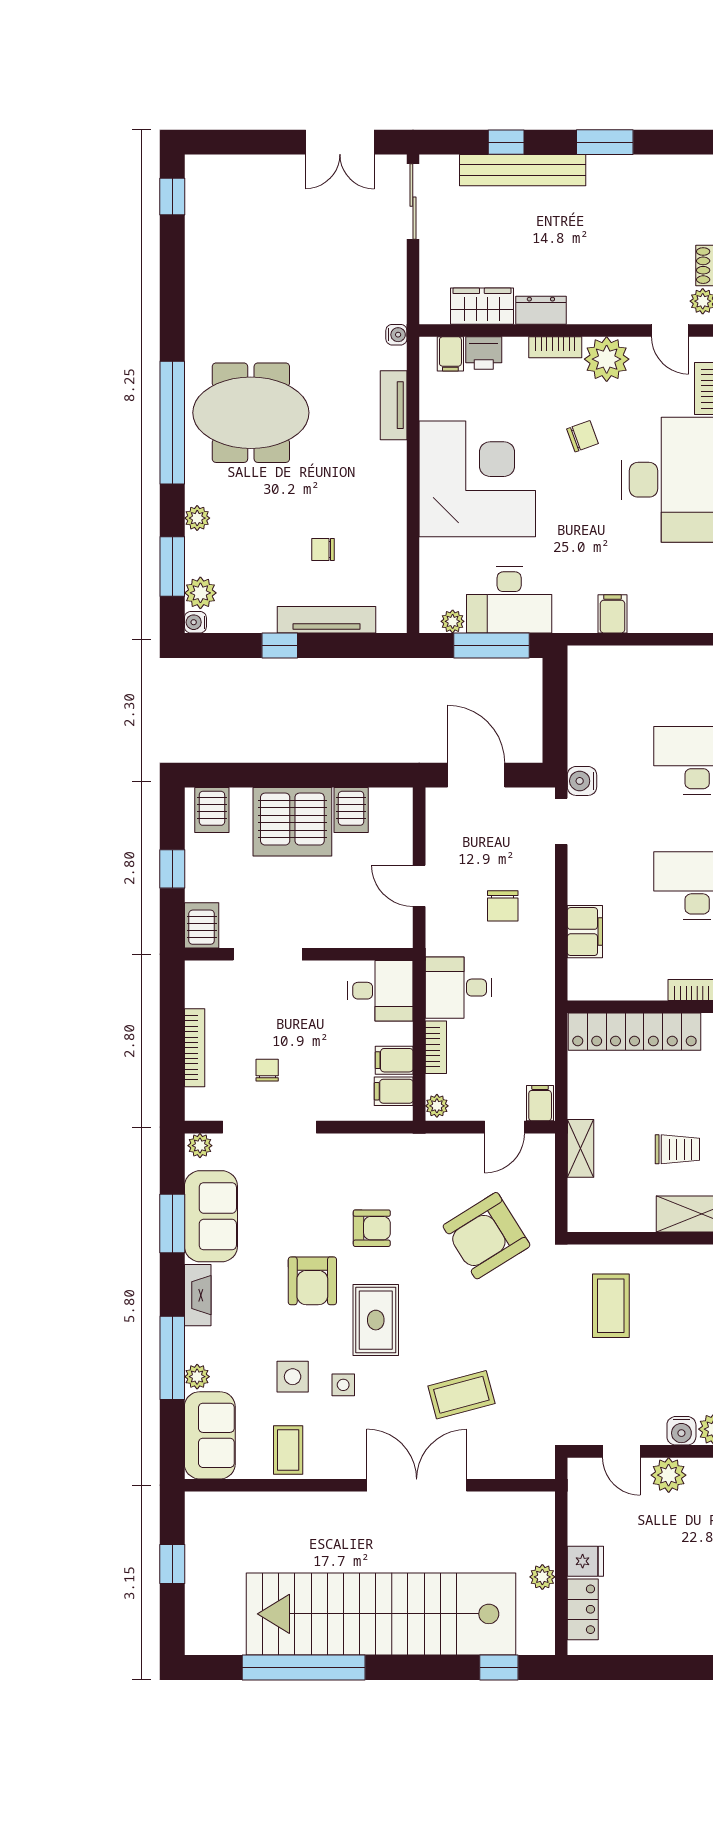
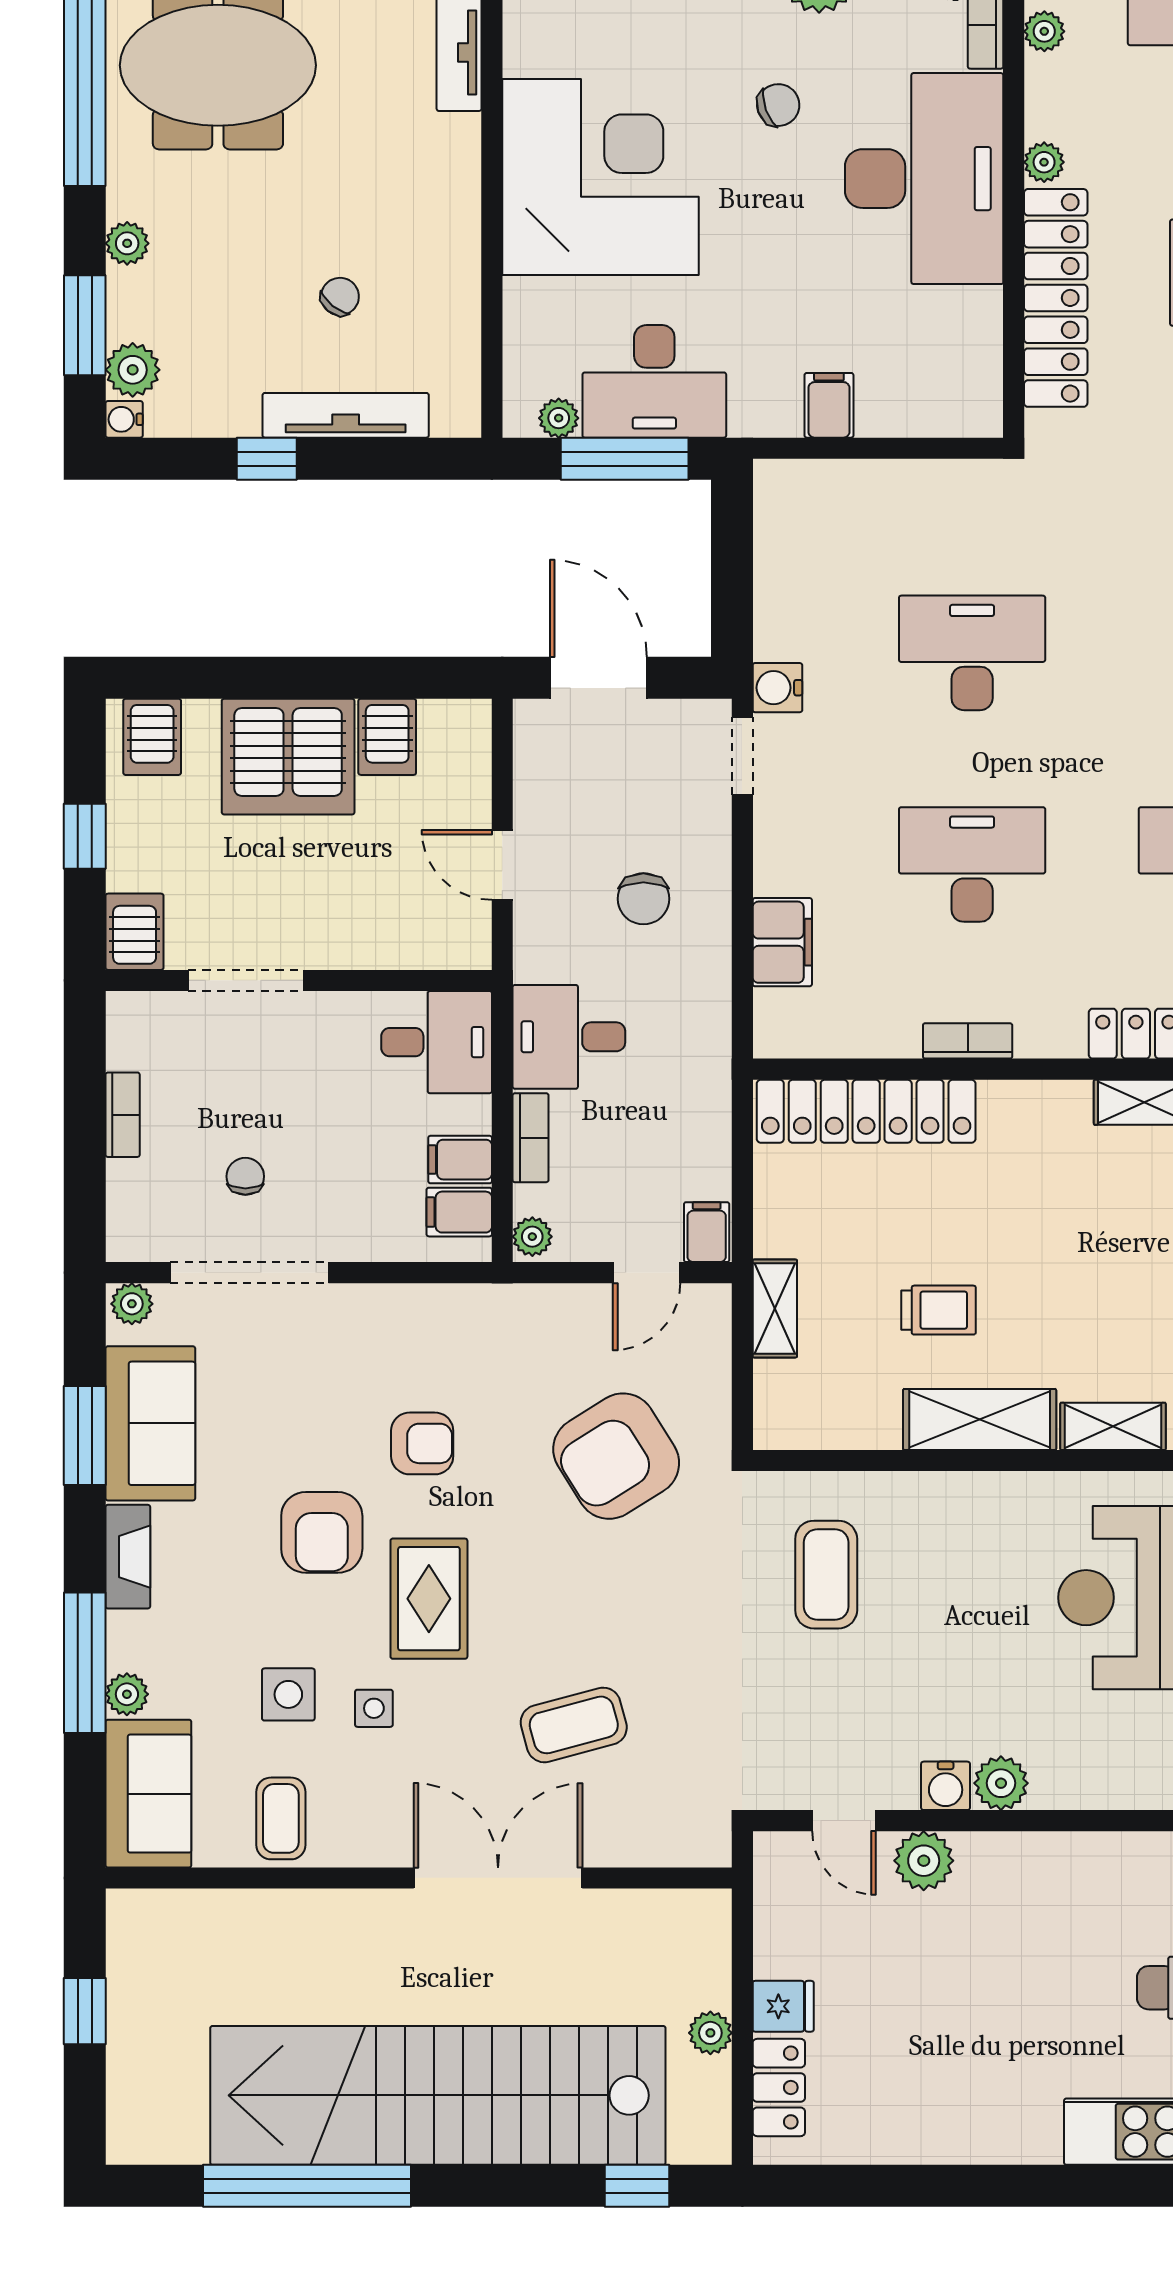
chair: (323, 550) -> (340, 297), turned 129
bookcase: (195, 1048) -> (123, 1115), width x0.64

